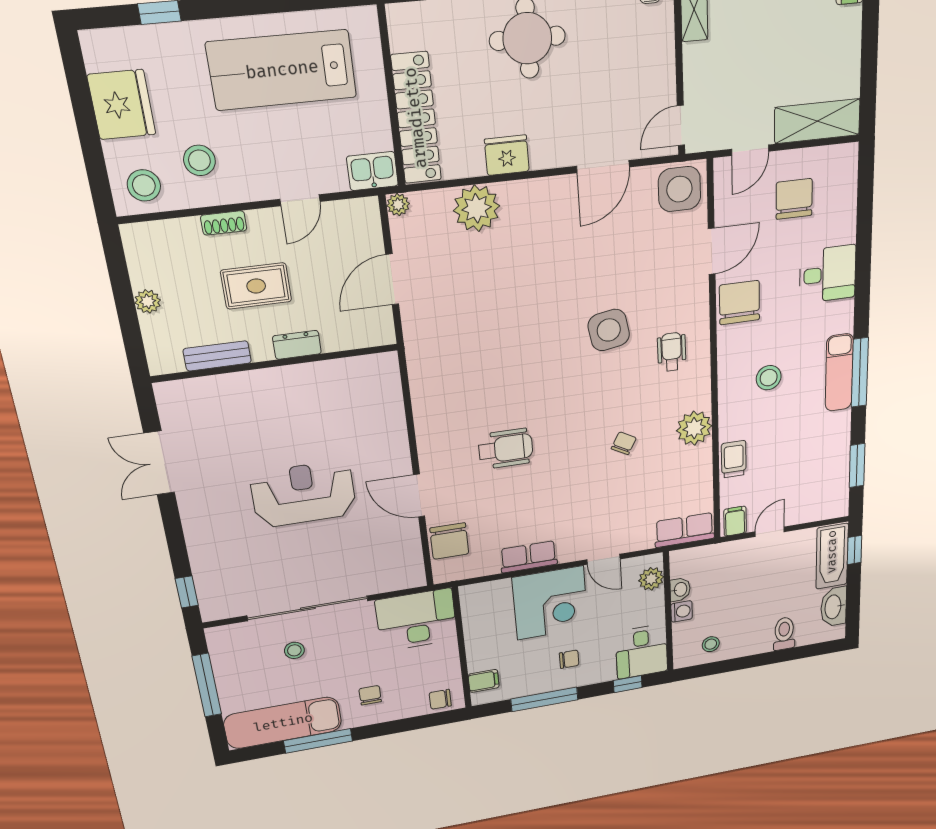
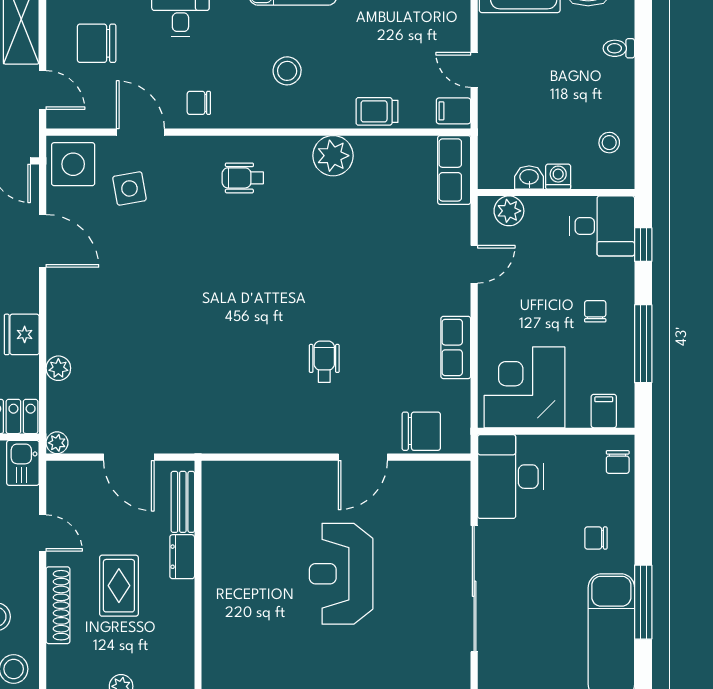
plant: (477, 208) -> (58, 368), width x0.53, depth x0.53
shoe rack: (224, 223) -> (58, 605), width x1.94, depth x1.24
chair: (739, 303) -> (199, 103), width x0.54, depth x0.54
side table: (609, 330) -> (129, 188), moved, width x0.73, depth x0.73
bench: (217, 356) -> (183, 502), moved
chair: (624, 443) -> (338, 234), removed
wheelchair: (506, 449) -> (324, 362), width x0.73, depth x0.73
corner desk: (550, 603) -> (524, 387), moved, turned -90
toilet: (784, 634) -> (619, 48), width x0.73, depth x0.72
stool: (294, 650) -> (523, 610), removed

